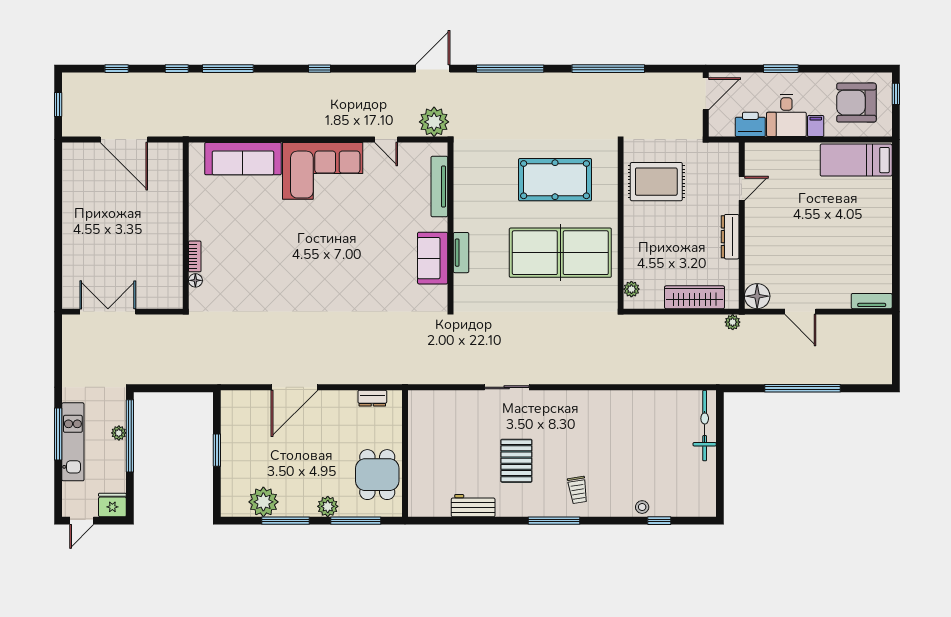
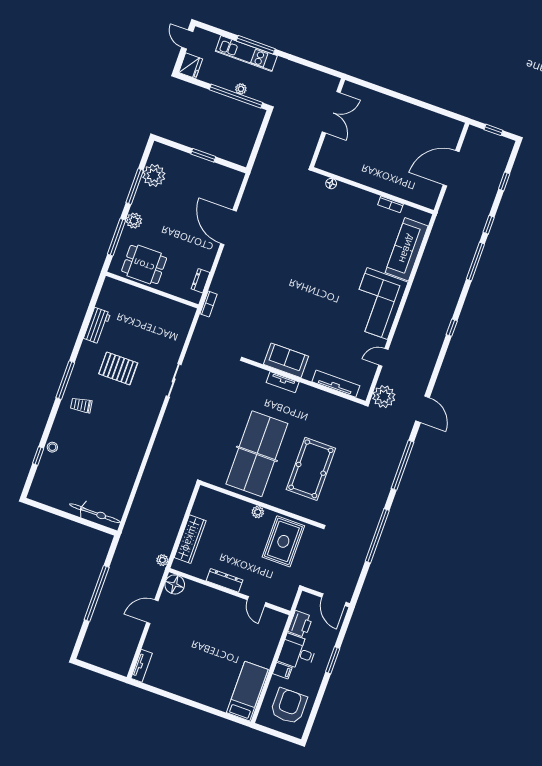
window: (896, 94) -> (285, 737), removed
bookcase: (195, 256) -> (391, 204), moved
plant: (631, 289) -> (258, 512), moved
bookcase: (397, 378) -> (209, 304), added

